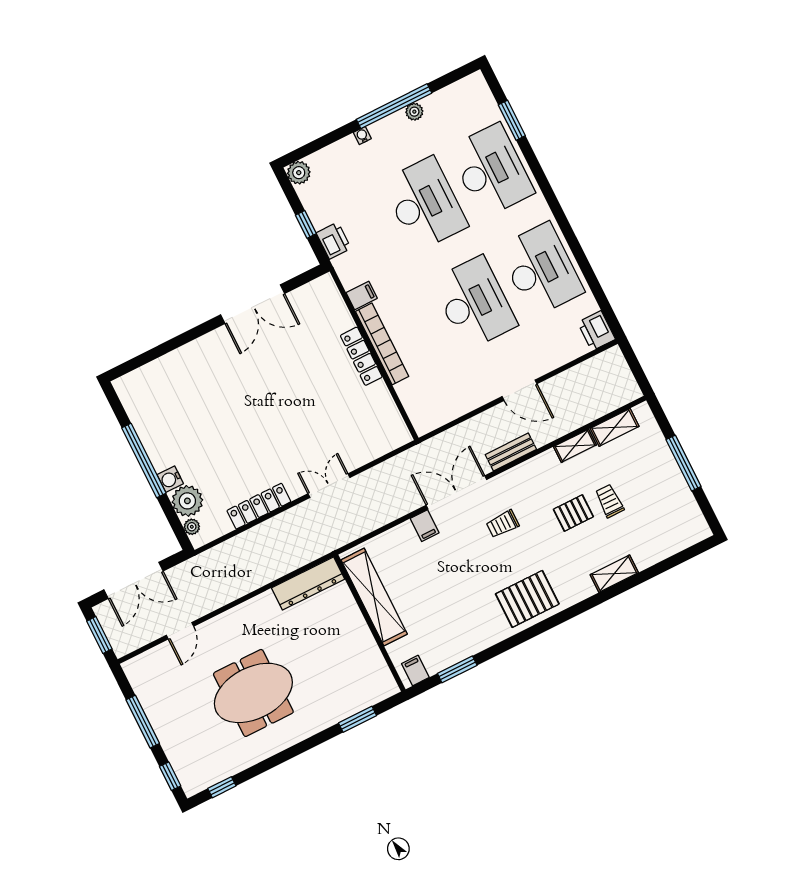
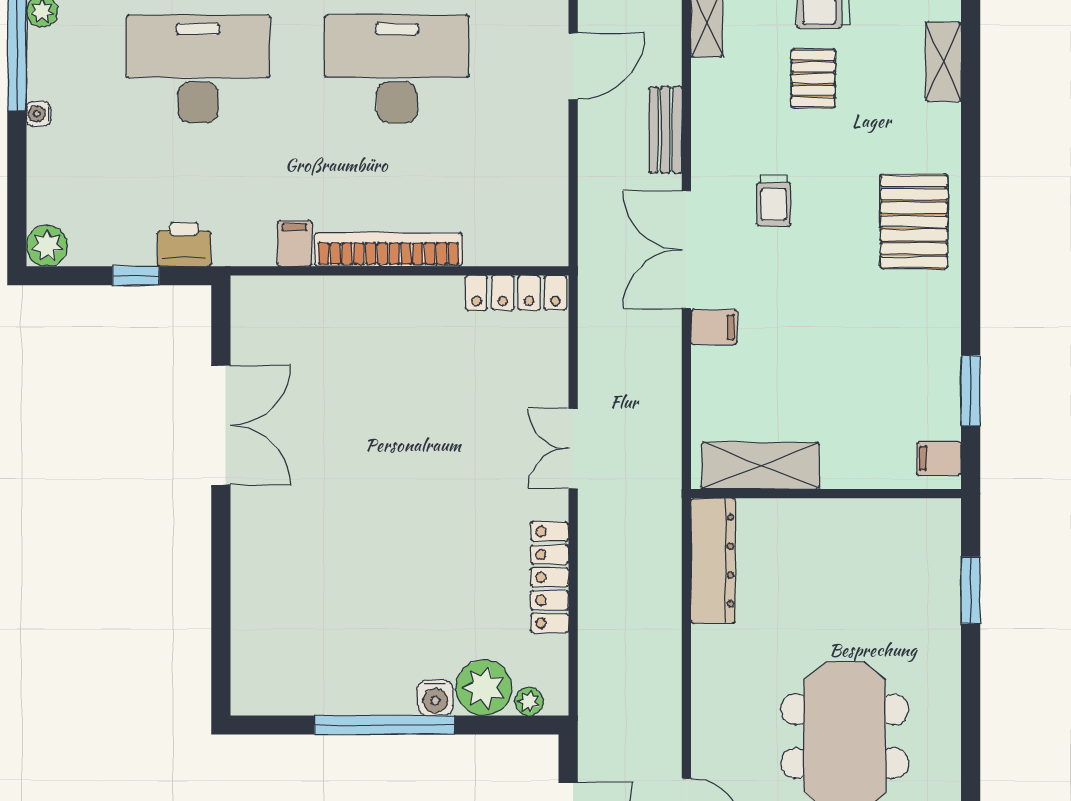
locker: (361, 356) -> (516, 293), moved
shelving: (374, 597) -> (760, 466), width x0.68

